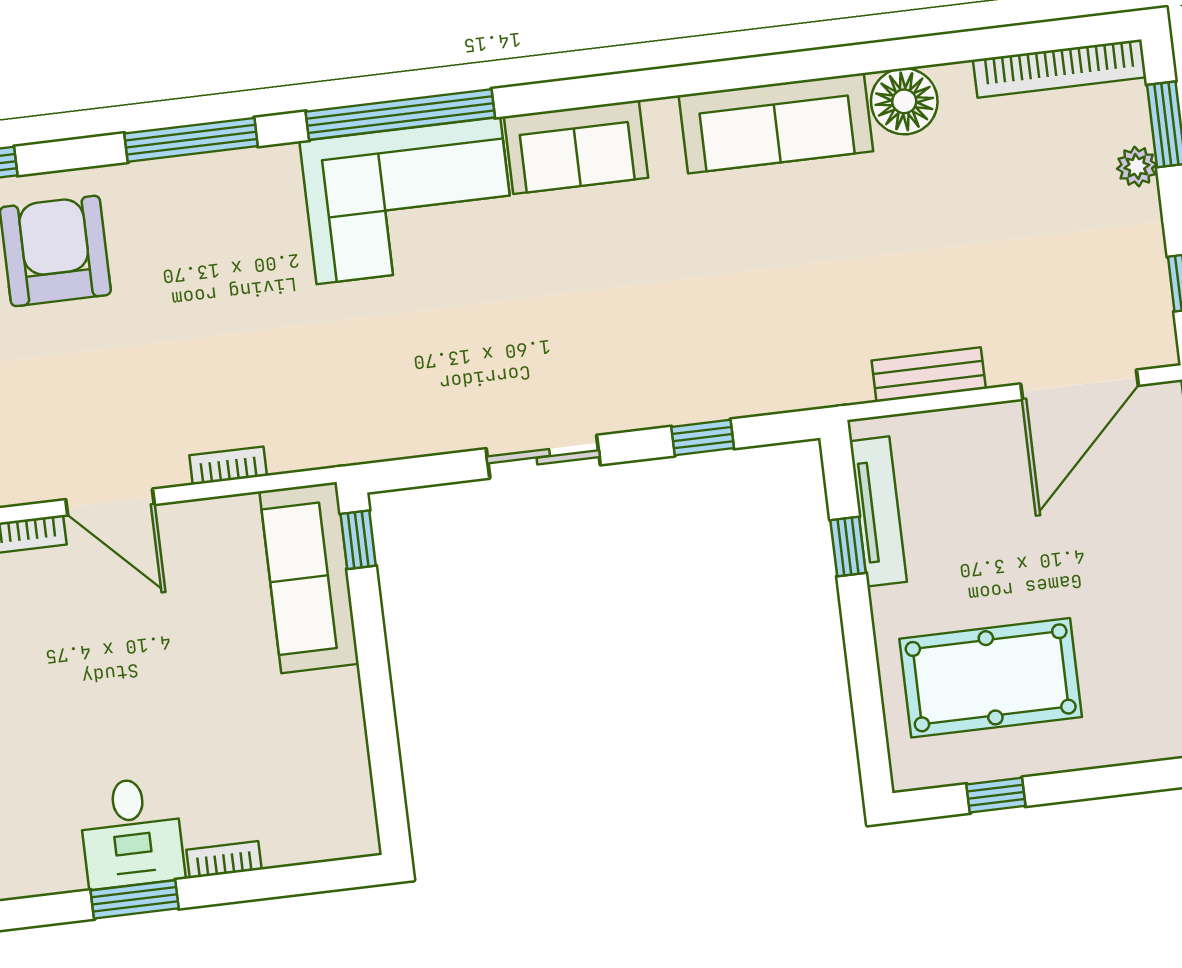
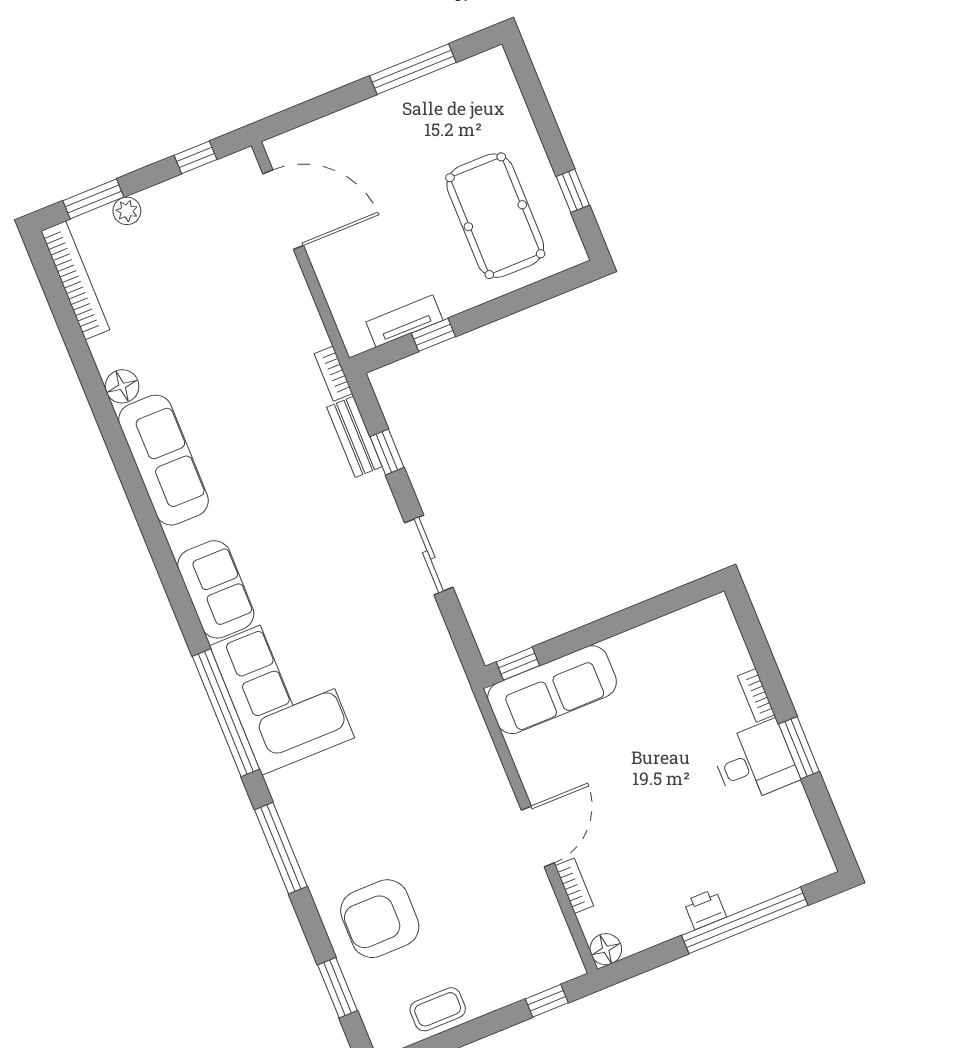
floor lamp: (904, 101) -> (122, 386), width x0.73, depth x0.73
bench: (929, 375) -> (354, 437), moved
bookcase: (228, 466) -> (333, 374), moved
tv unit: (878, 511) -> (404, 321), width x0.71

